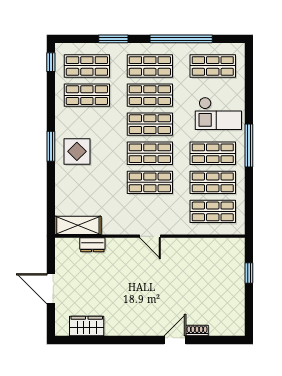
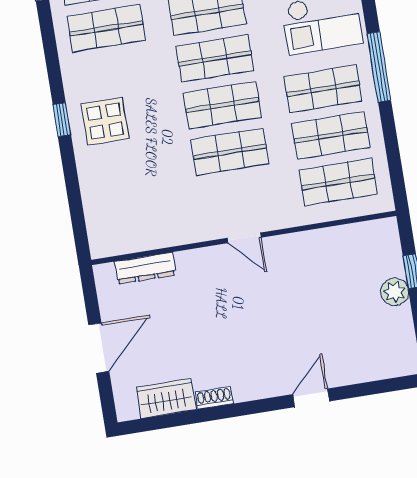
window: (51, 146) -> (62, 120), width x0.67
shelving: (78, 225) -> (126, 239), removed
dresser: (92, 245) -> (145, 268), width x1.44
plant: (236, 284) -> (395, 292), added
door: (51, 289) -> (99, 348), swing flipped
shoe rack: (197, 331) -> (214, 398), moved

